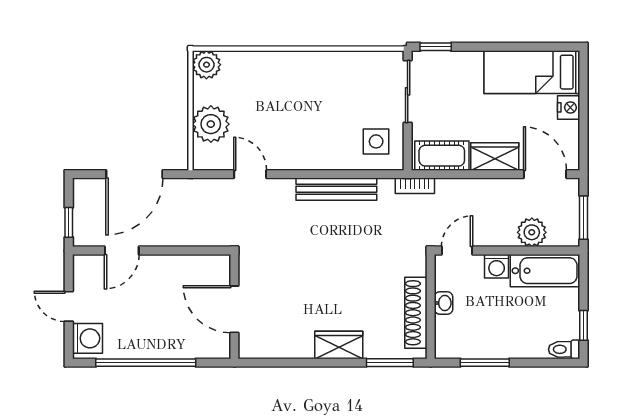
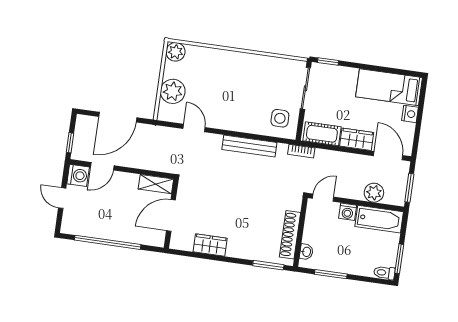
shelving: (205, 266) -> (156, 184), added
washbasin: (444, 303) -> (306, 252), moved
door: (234, 309) -> (171, 215), hinge flipped
window: (583, 325) -> (399, 259), width x1.50
washing machine: (88, 338) -> (78, 175), moved
wardrobe: (339, 345) -> (210, 245), moved

